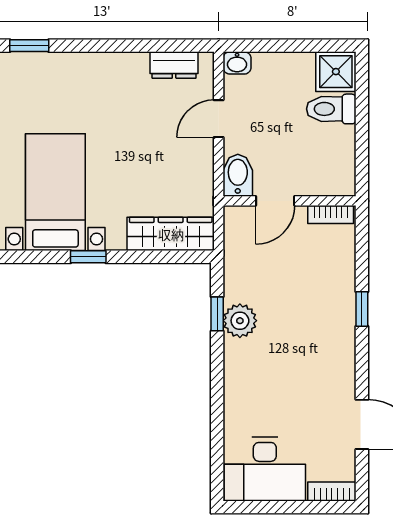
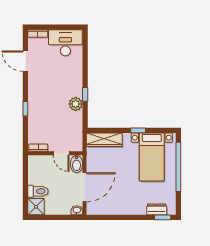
dresser: (174, 65) -> (157, 209), moved
door: (219, 119) -> (84, 187), width x1.88
door: (275, 201) -> (61, 153), swing flipped
window: (217, 314) -> (85, 94), moved

